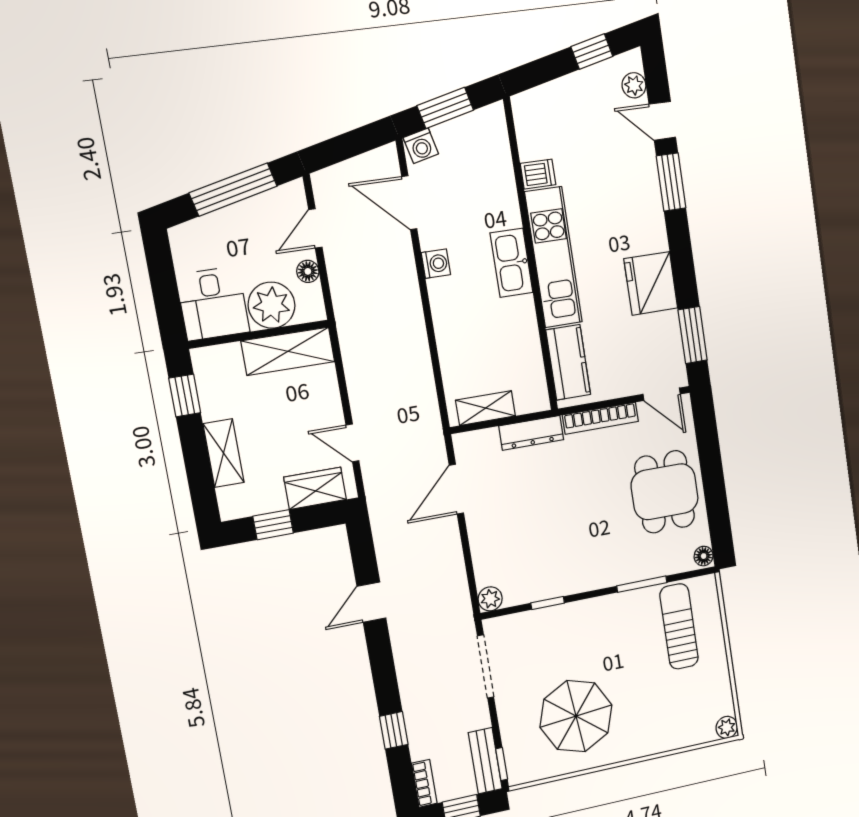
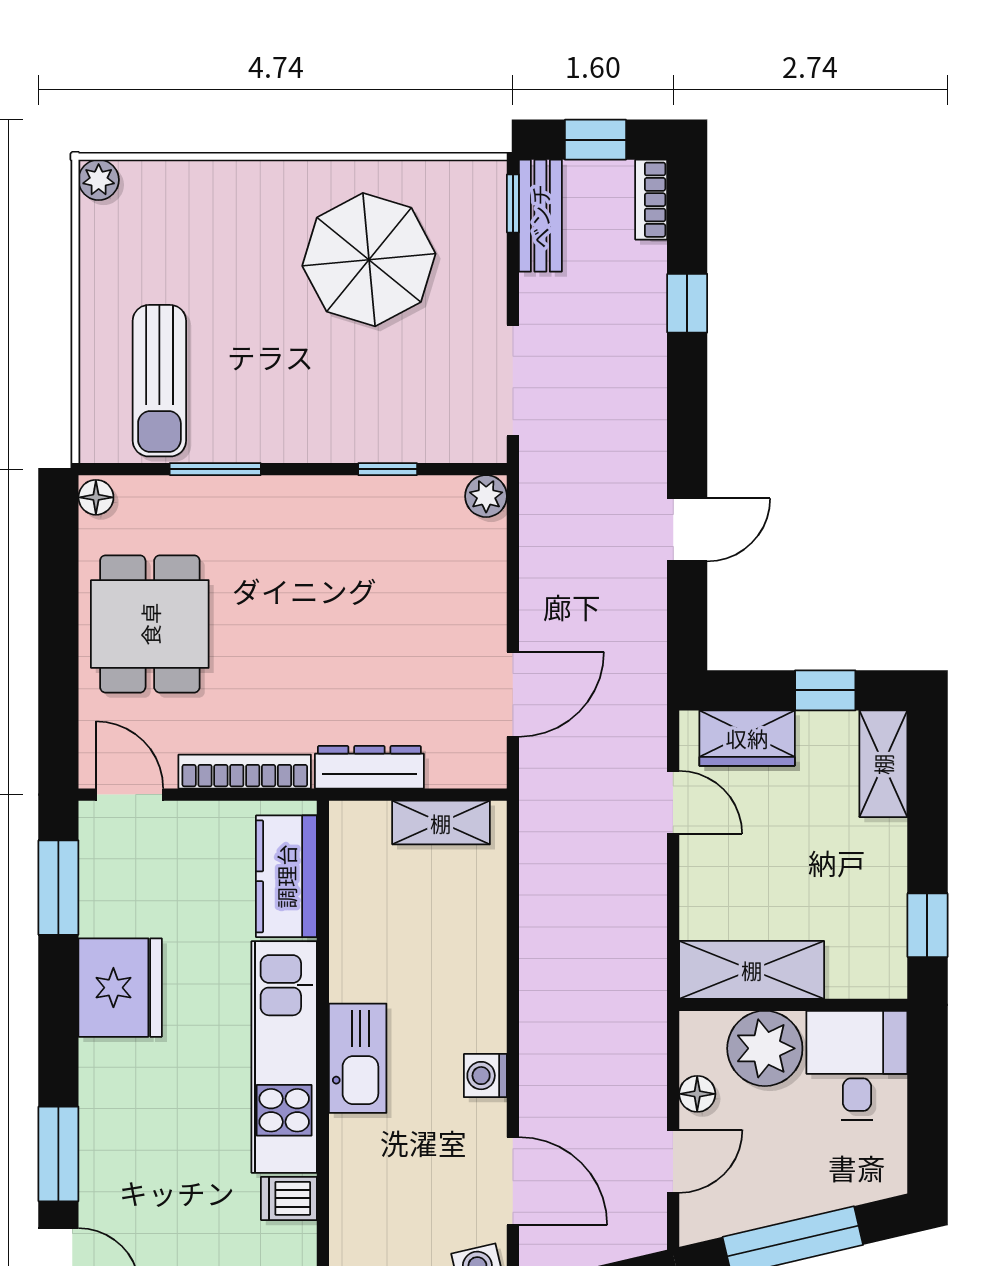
shelving: (223, 453) -> (883, 764), moved

